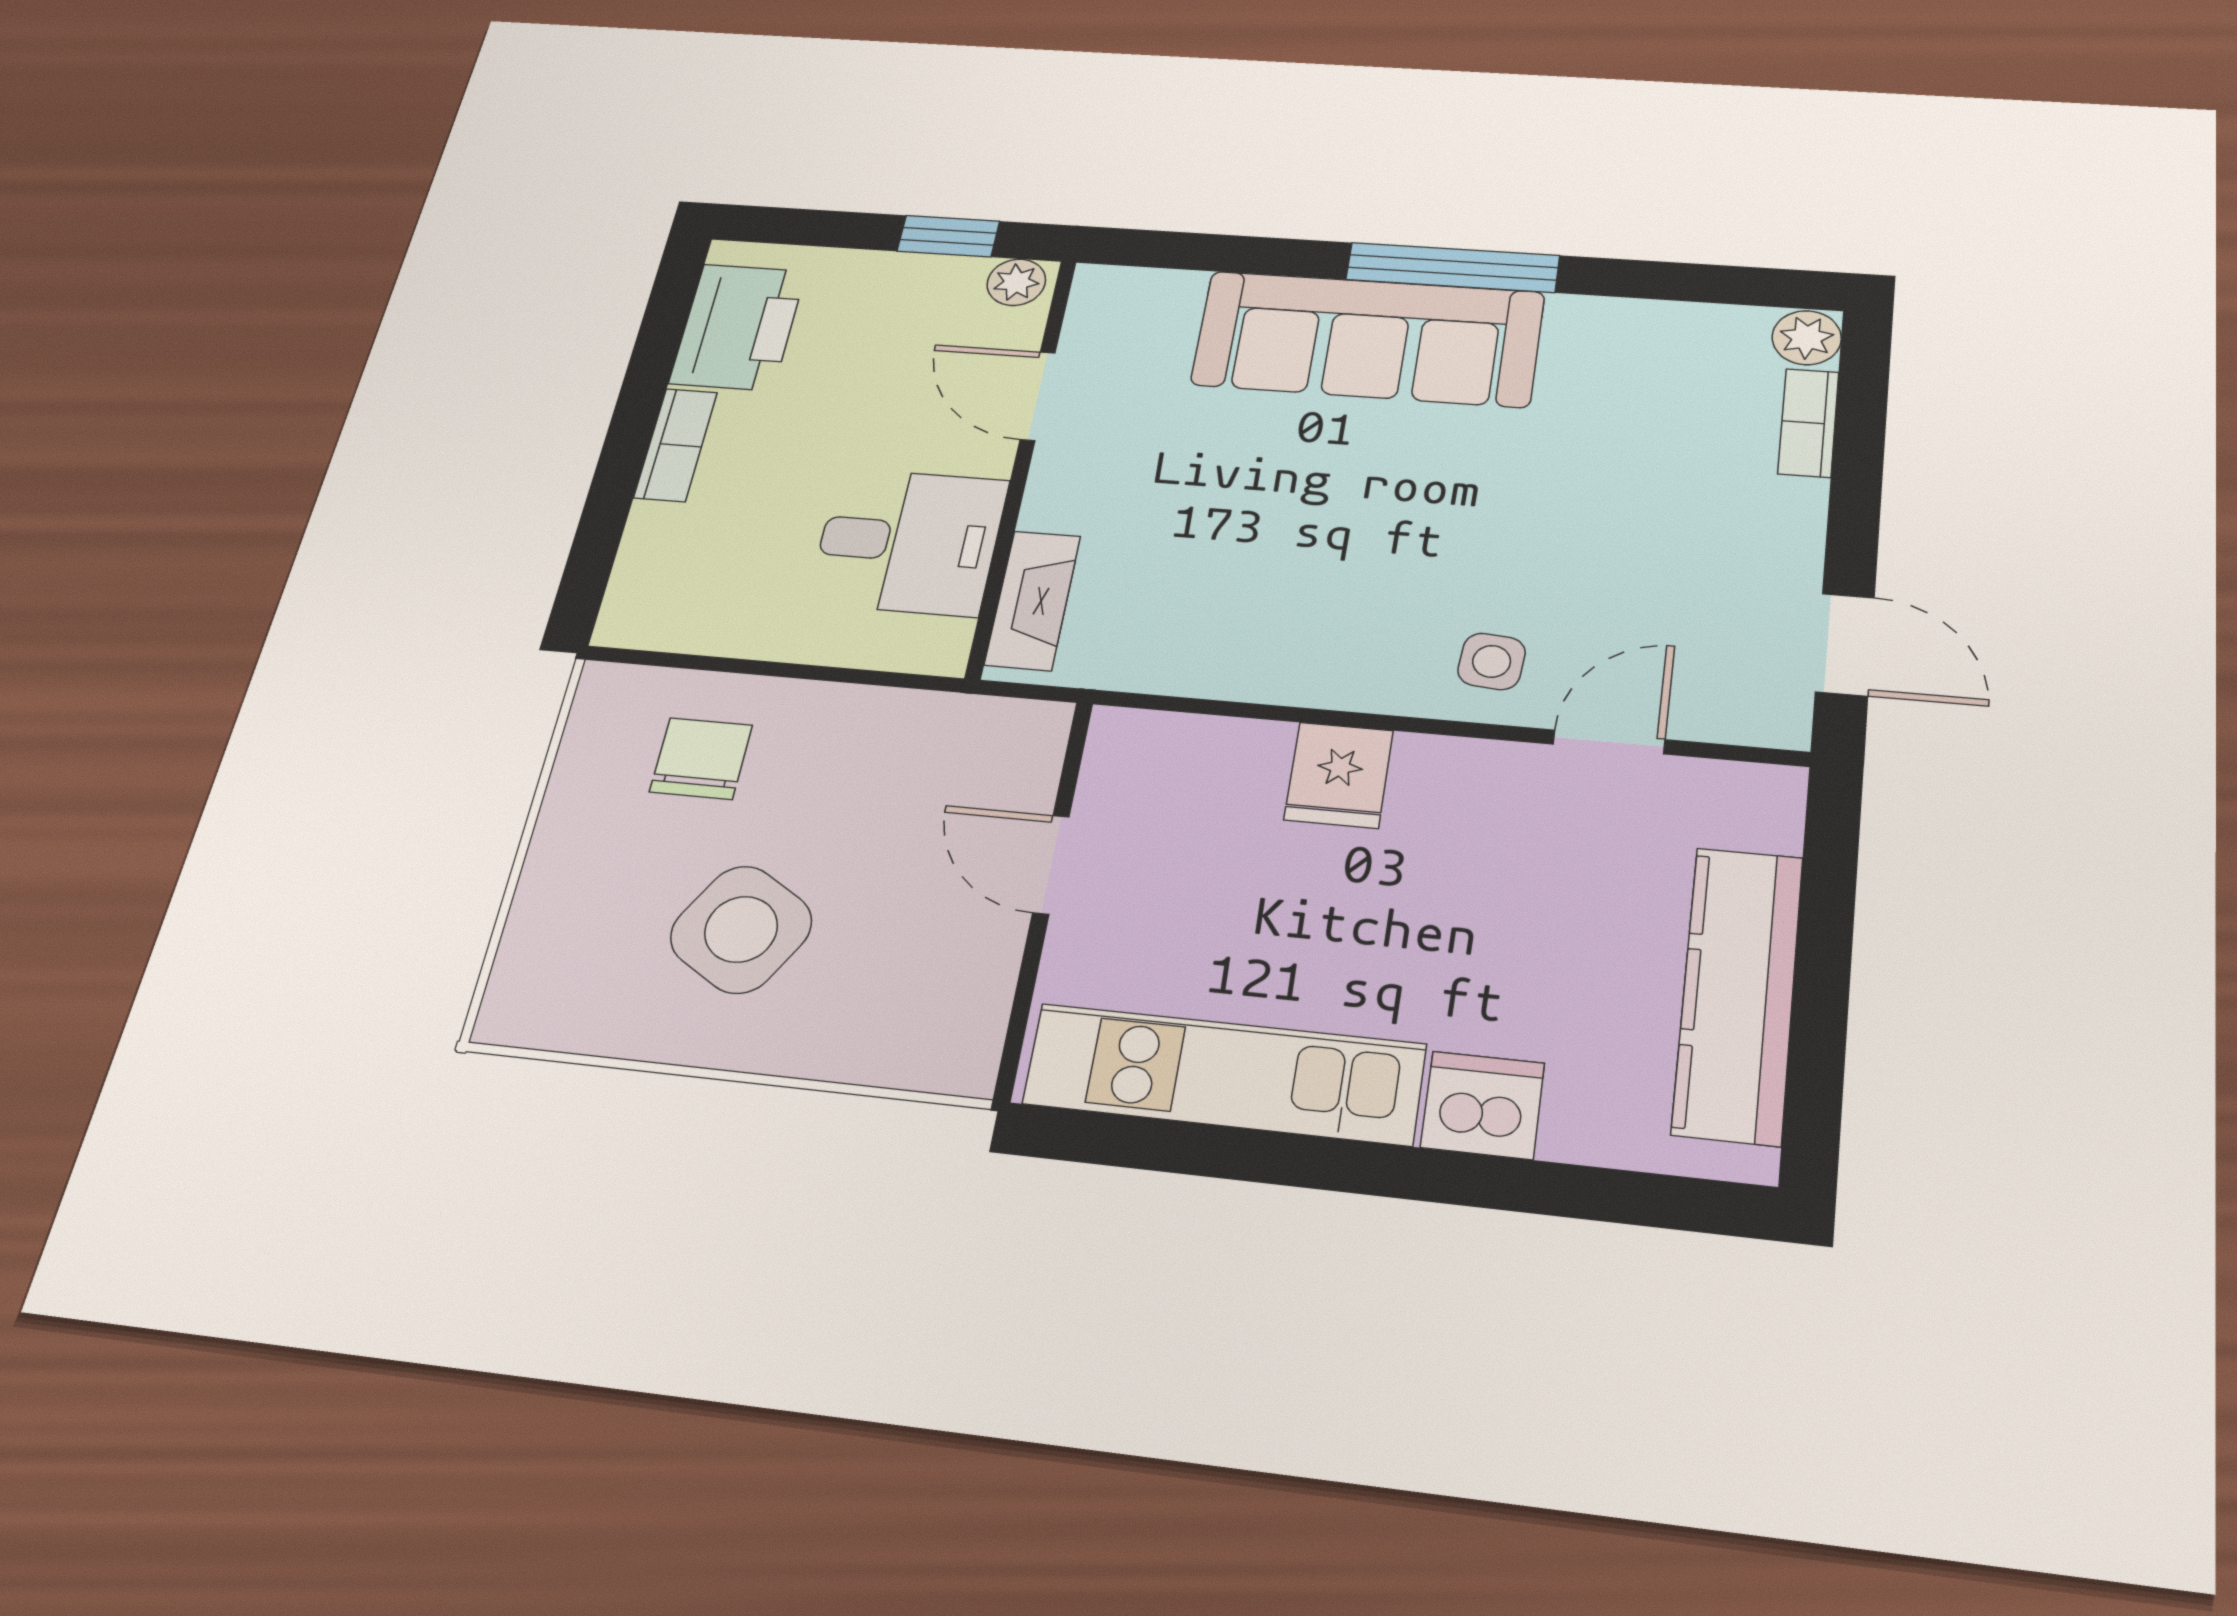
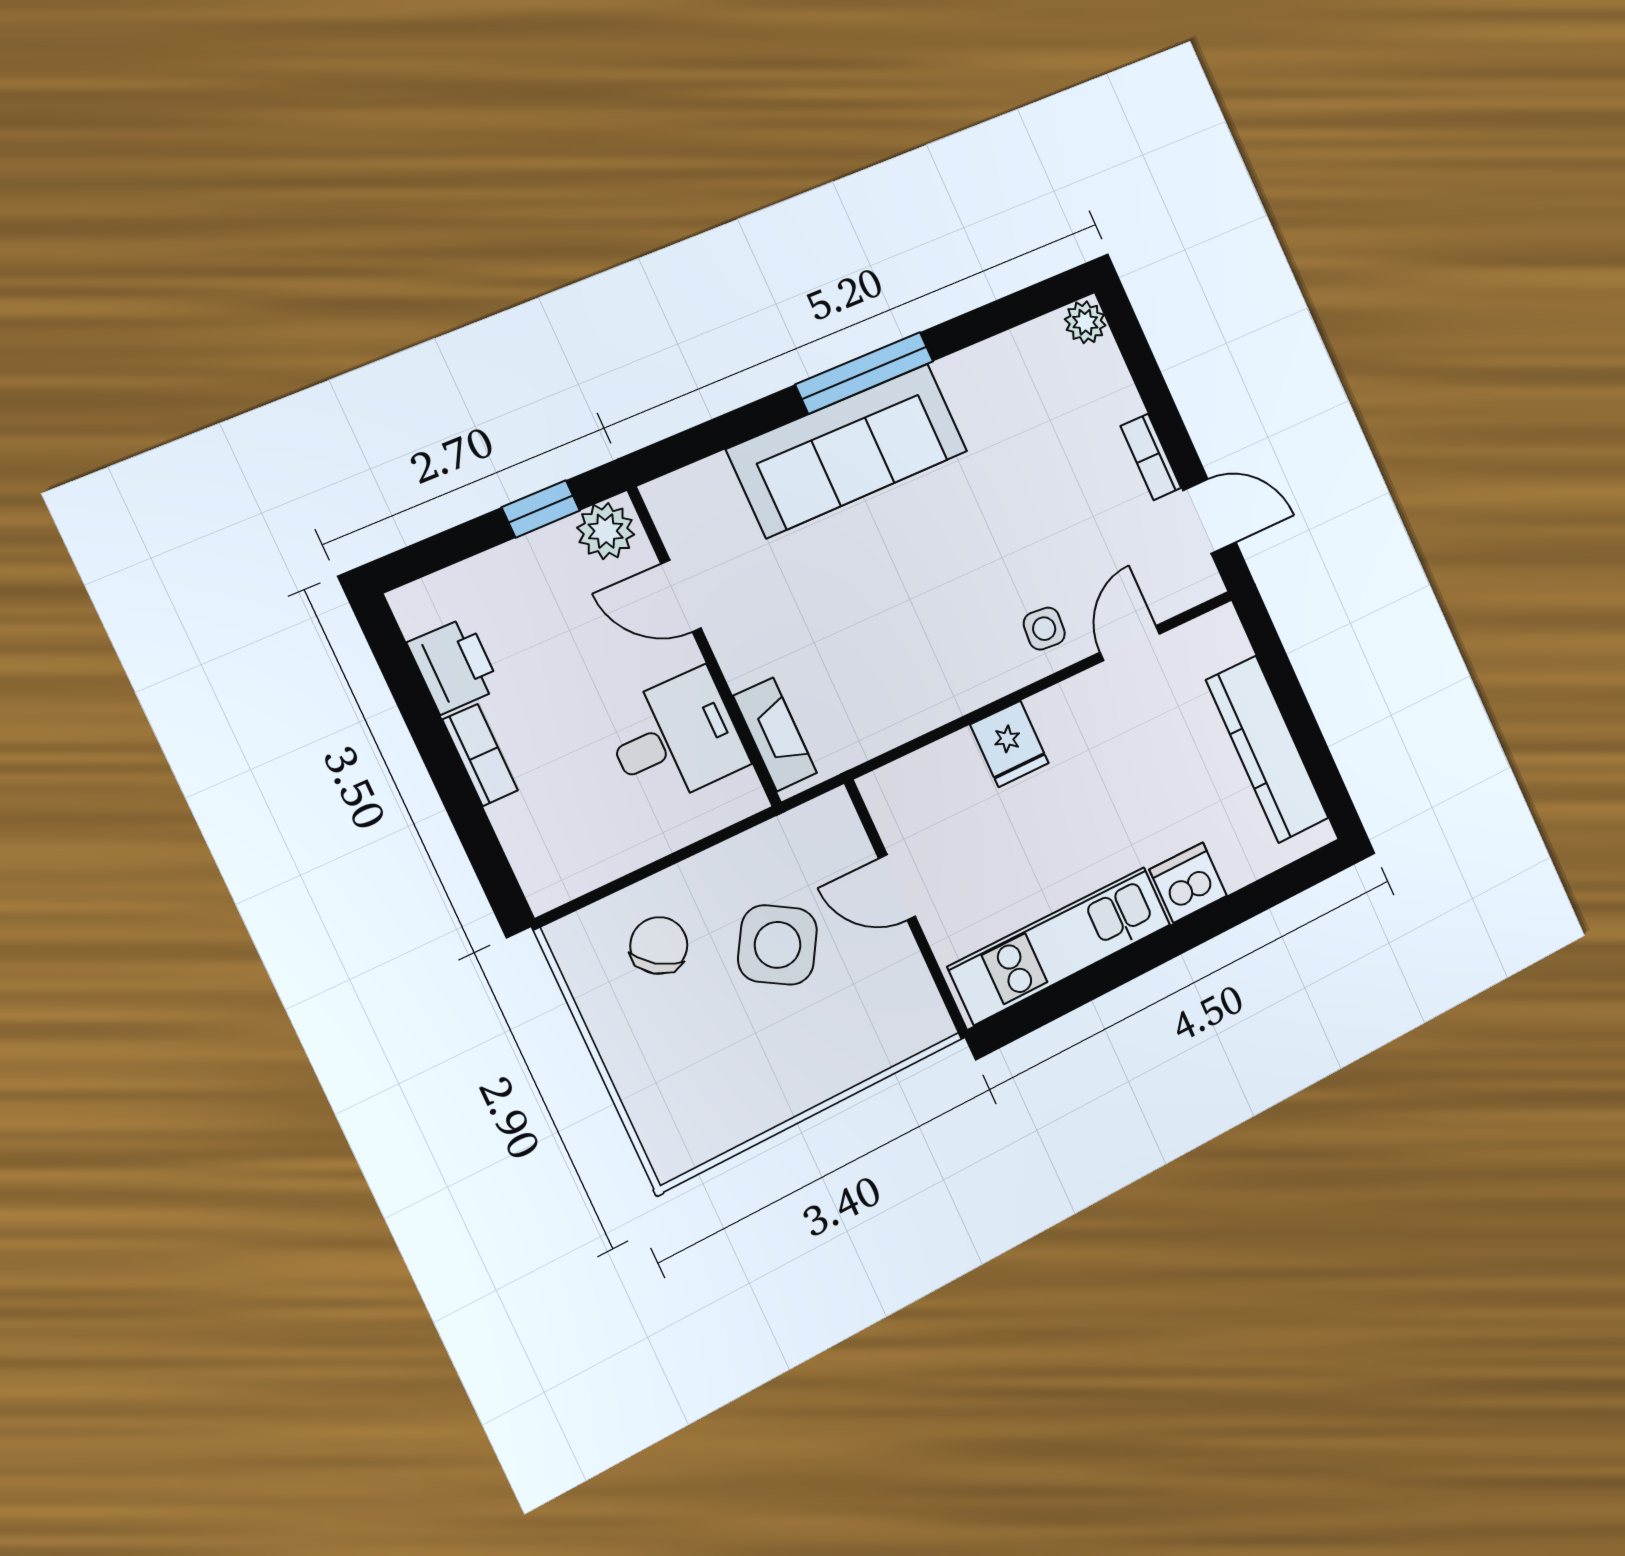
plant: (1016, 282) -> (606, 531), width x1.38, depth x1.38
printer: (738, 327) -> (454, 666), width x0.73, depth x0.84
bookcase: (1808, 423) -> (1151, 457), moved
chair: (701, 759) -> (659, 945), turned 35
side table: (741, 929) -> (778, 945), moved

